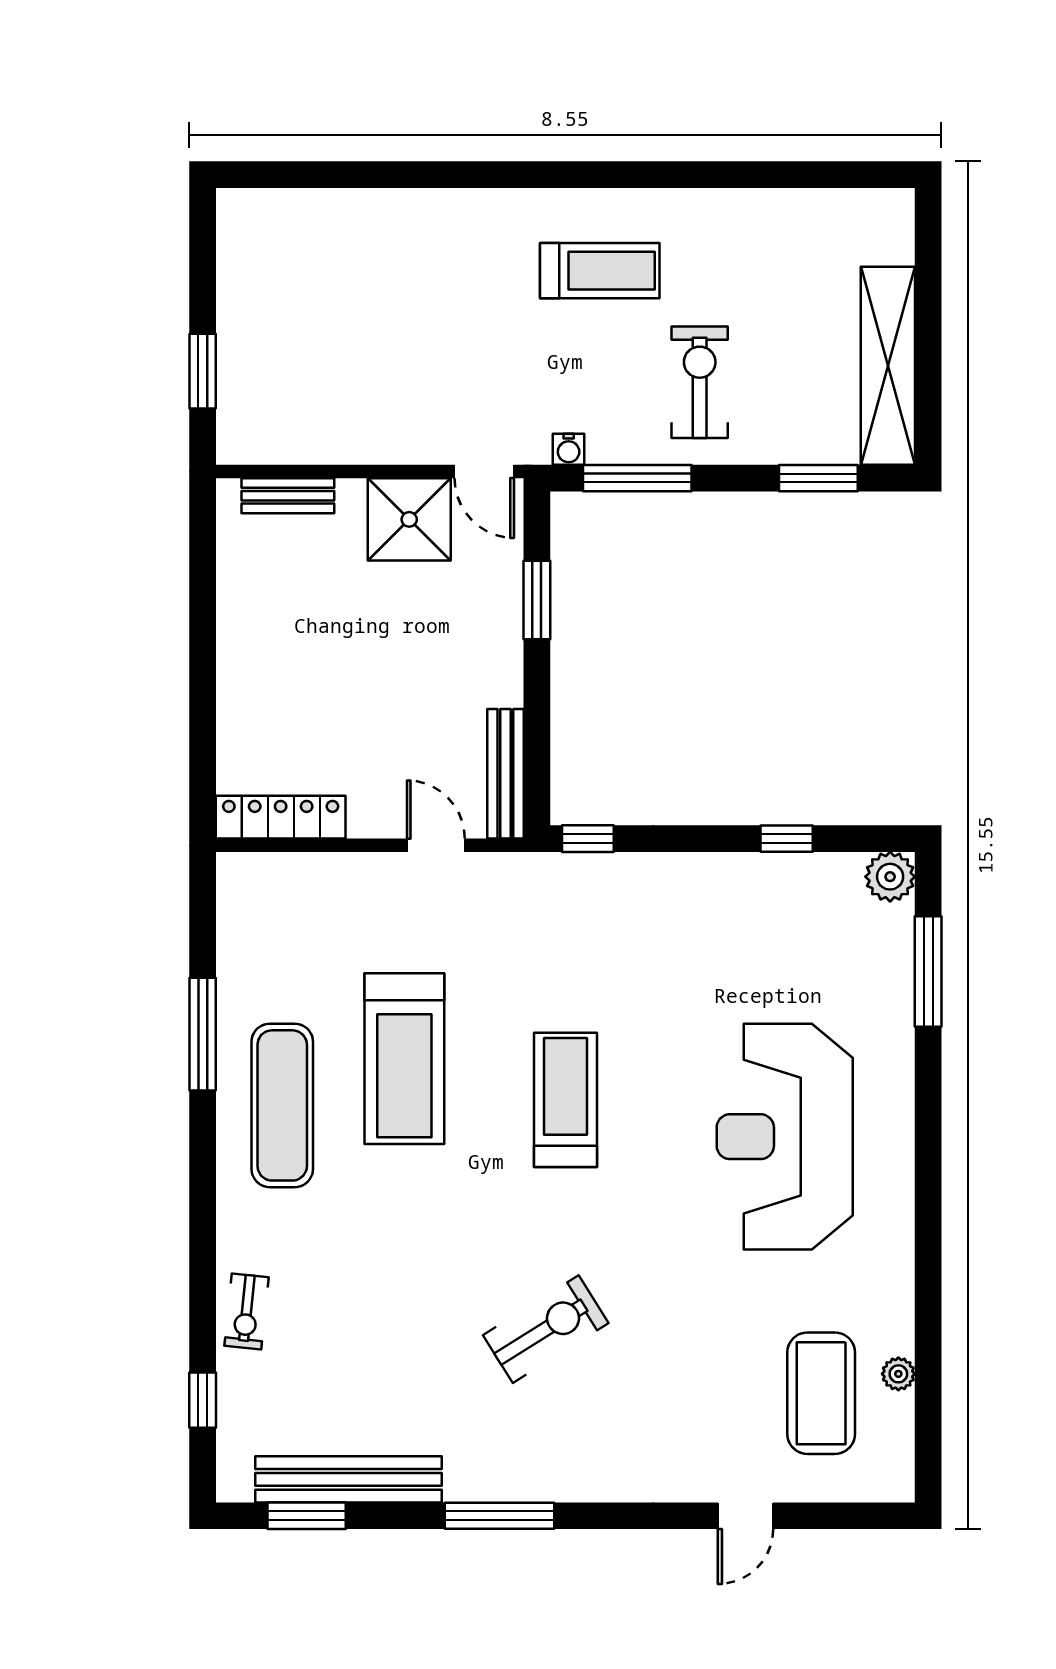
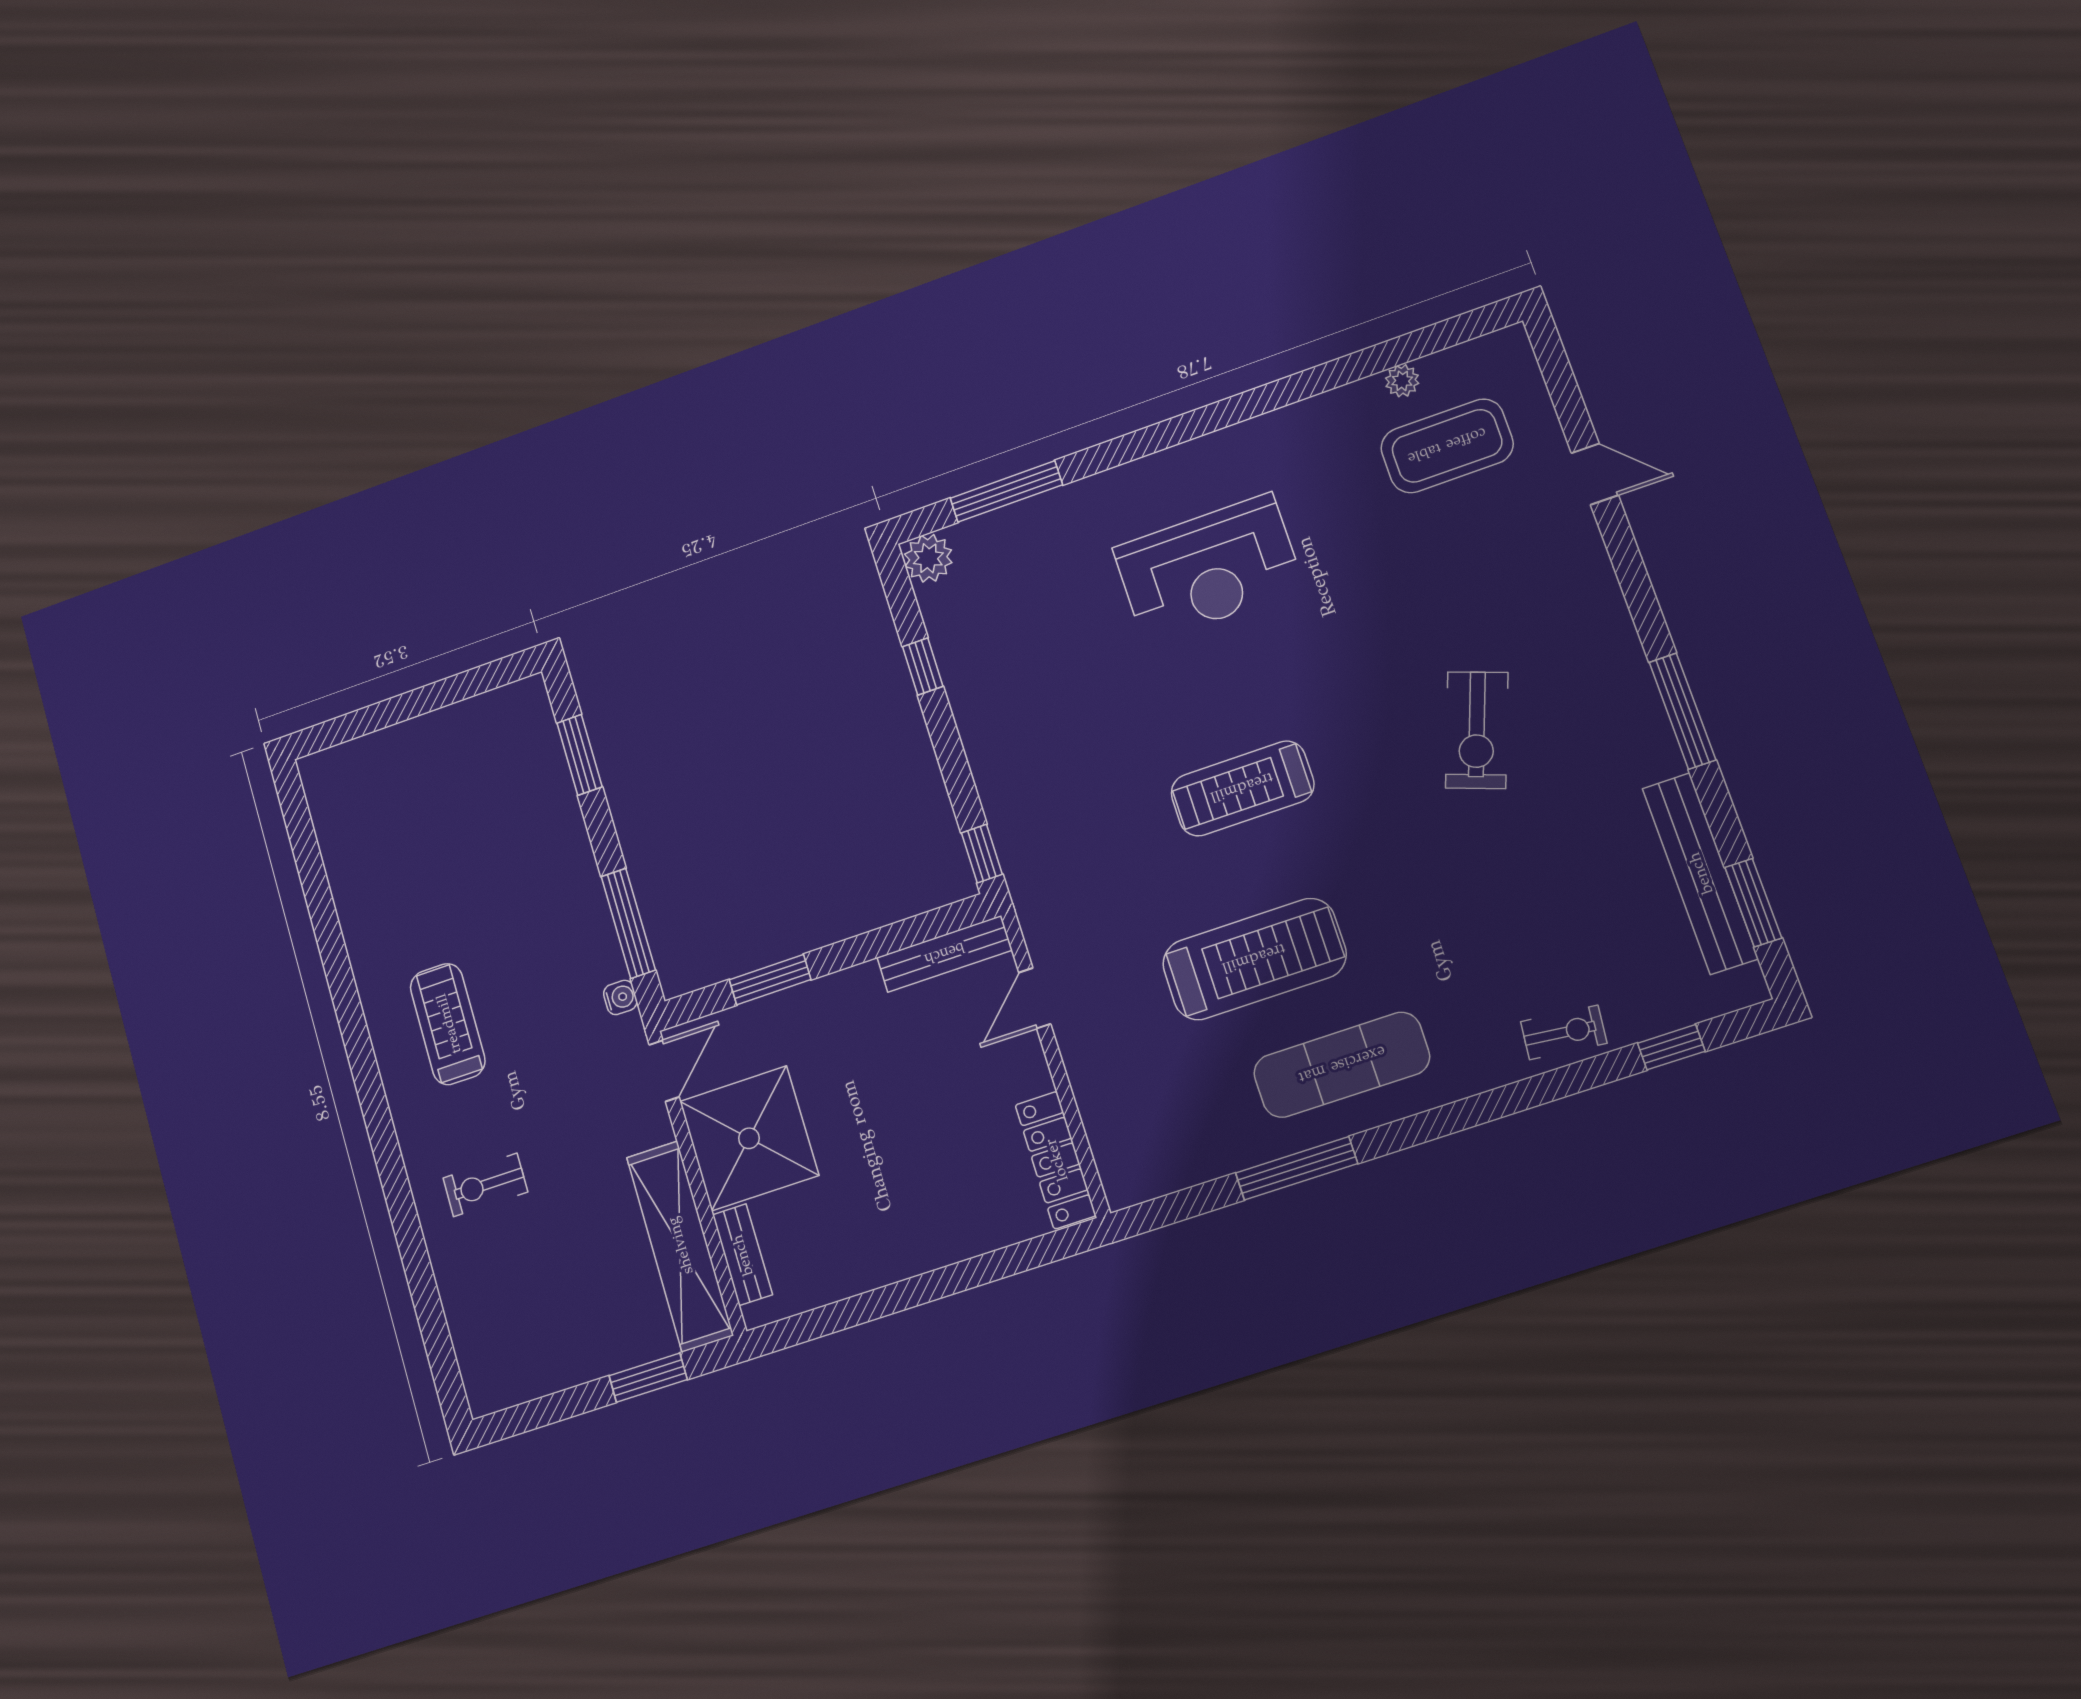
shelving: (888, 366) -> (680, 1246), moved, turned 90
exercise bike: (700, 382) -> (485, 1185), moved, width x0.73, depth x0.72
shower: (409, 519) -> (749, 1138), width x1.37, depth x1.37
reception desk: (785, 1137) -> (1208, 568), width x0.74, depth x0.77
exercise bike: (546, 1329) -> (1477, 730), turned -128

